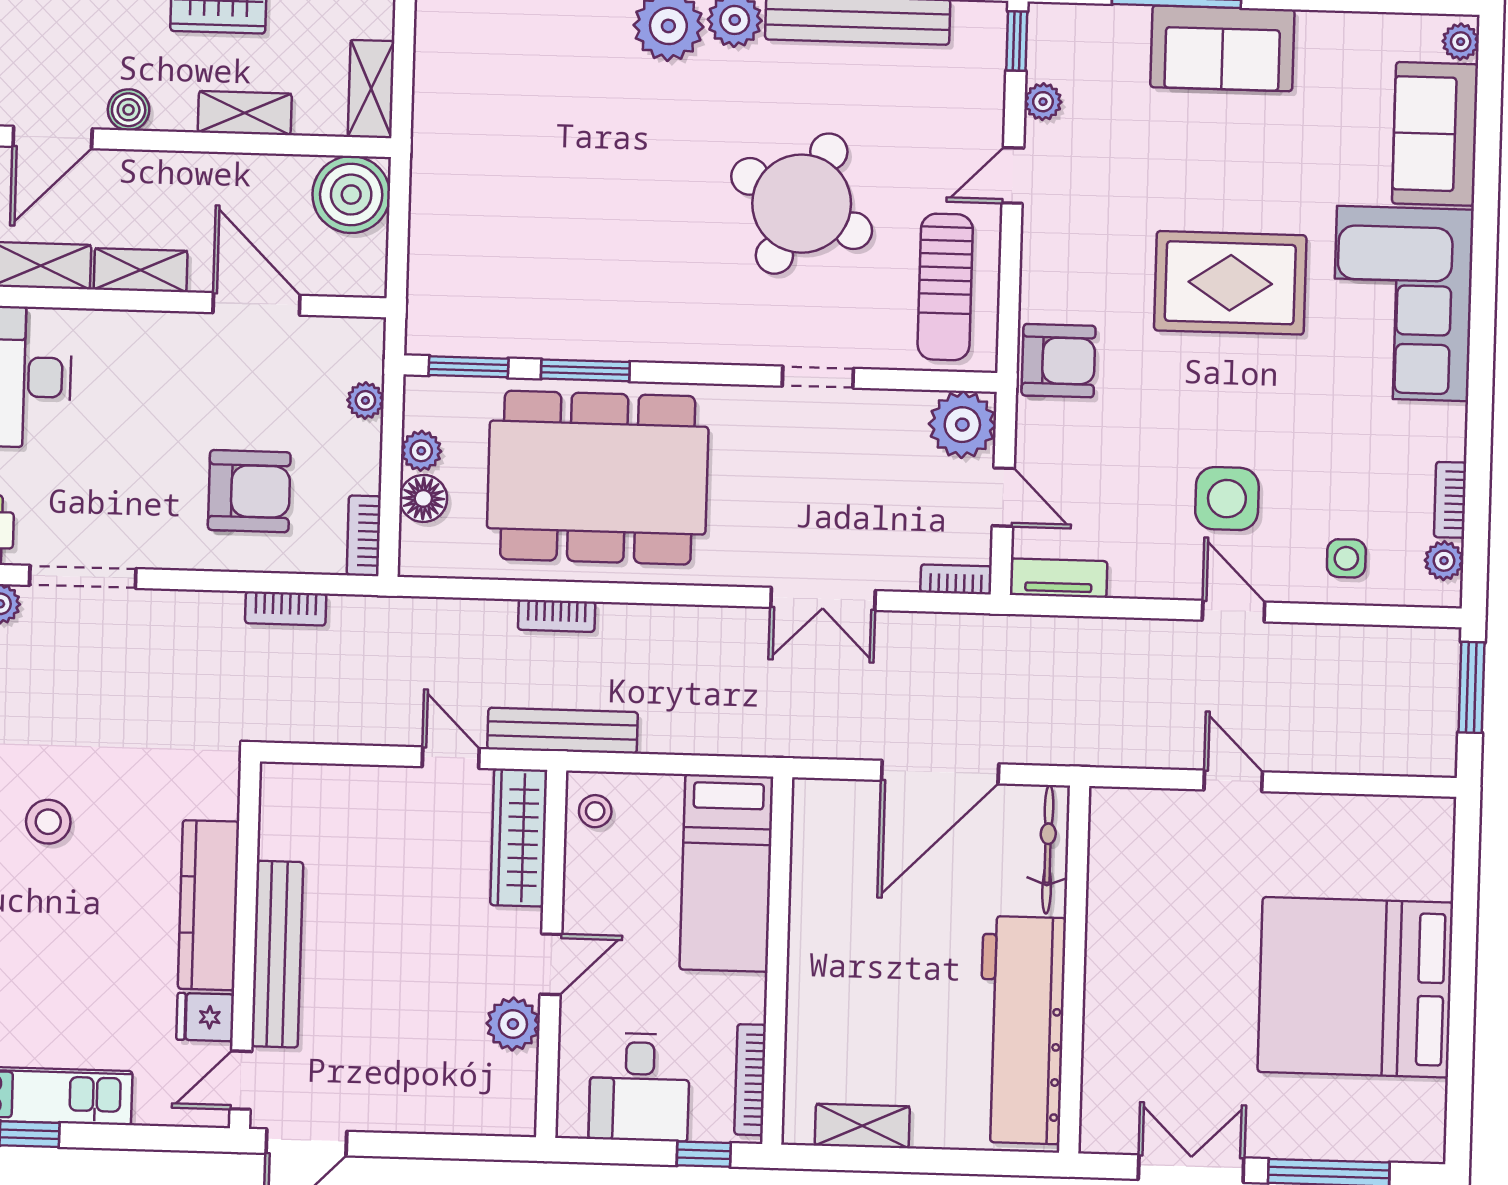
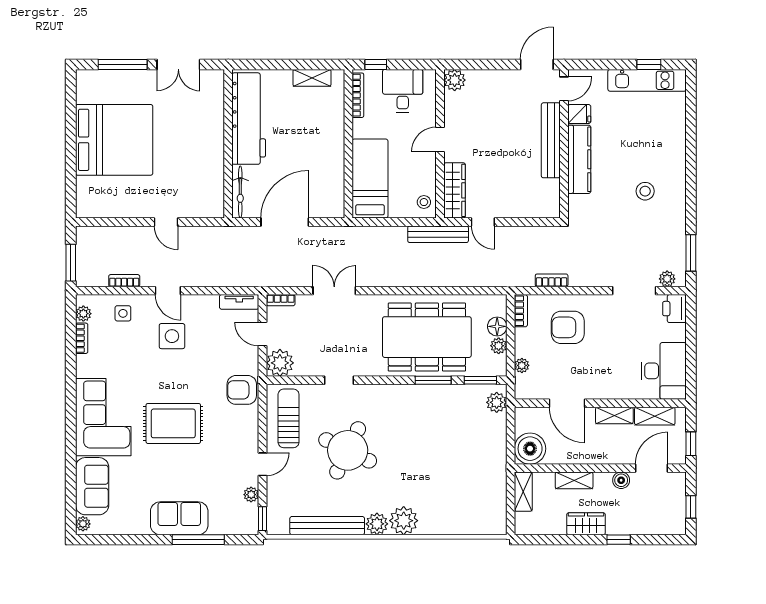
plant: (430, 311) -> (497, 402), added
bookcase: (557, 616) -> (124, 281), moved
plant: (513, 1024) -> (455, 80), moved

